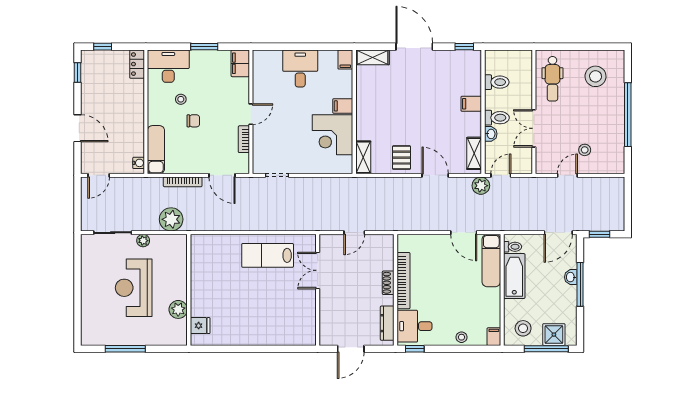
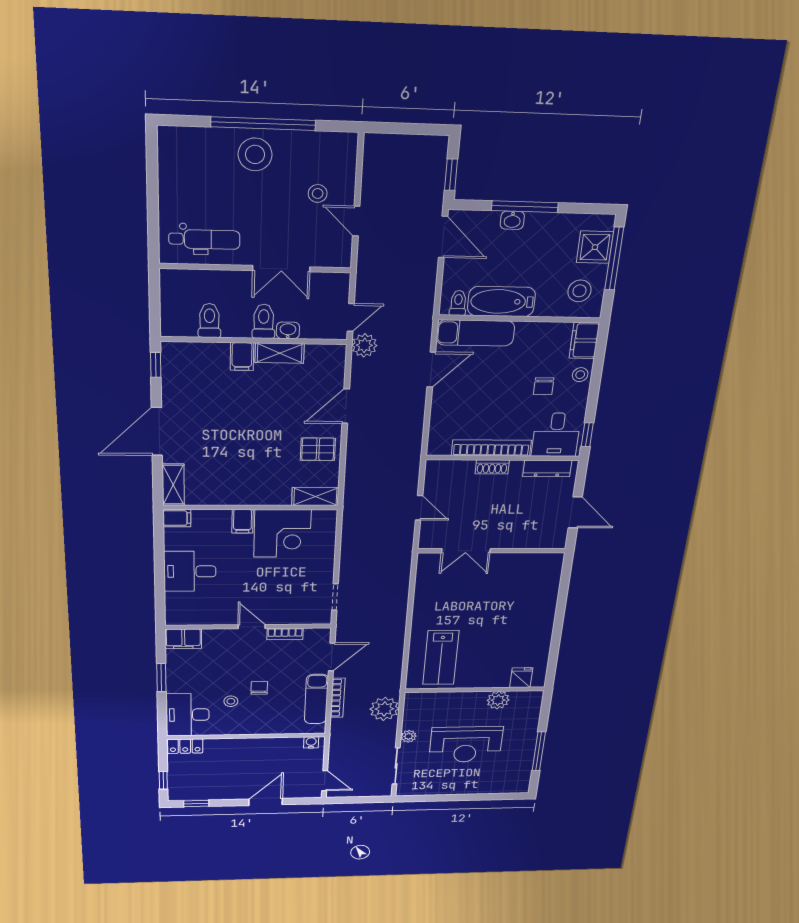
stool: (596, 76) -> (255, 154), moved
exam couch: (156, 150) -> (316, 699), moved, turned -90
shelving: (474, 153) -> (280, 353), moved
door: (501, 175) -> (351, 317), swing flipped
lab bench: (268, 255) -> (441, 658), moved
chair: (452, 312) -> (544, 386), added
filing cabinet: (494, 337) -> (584, 340), width x2.00

